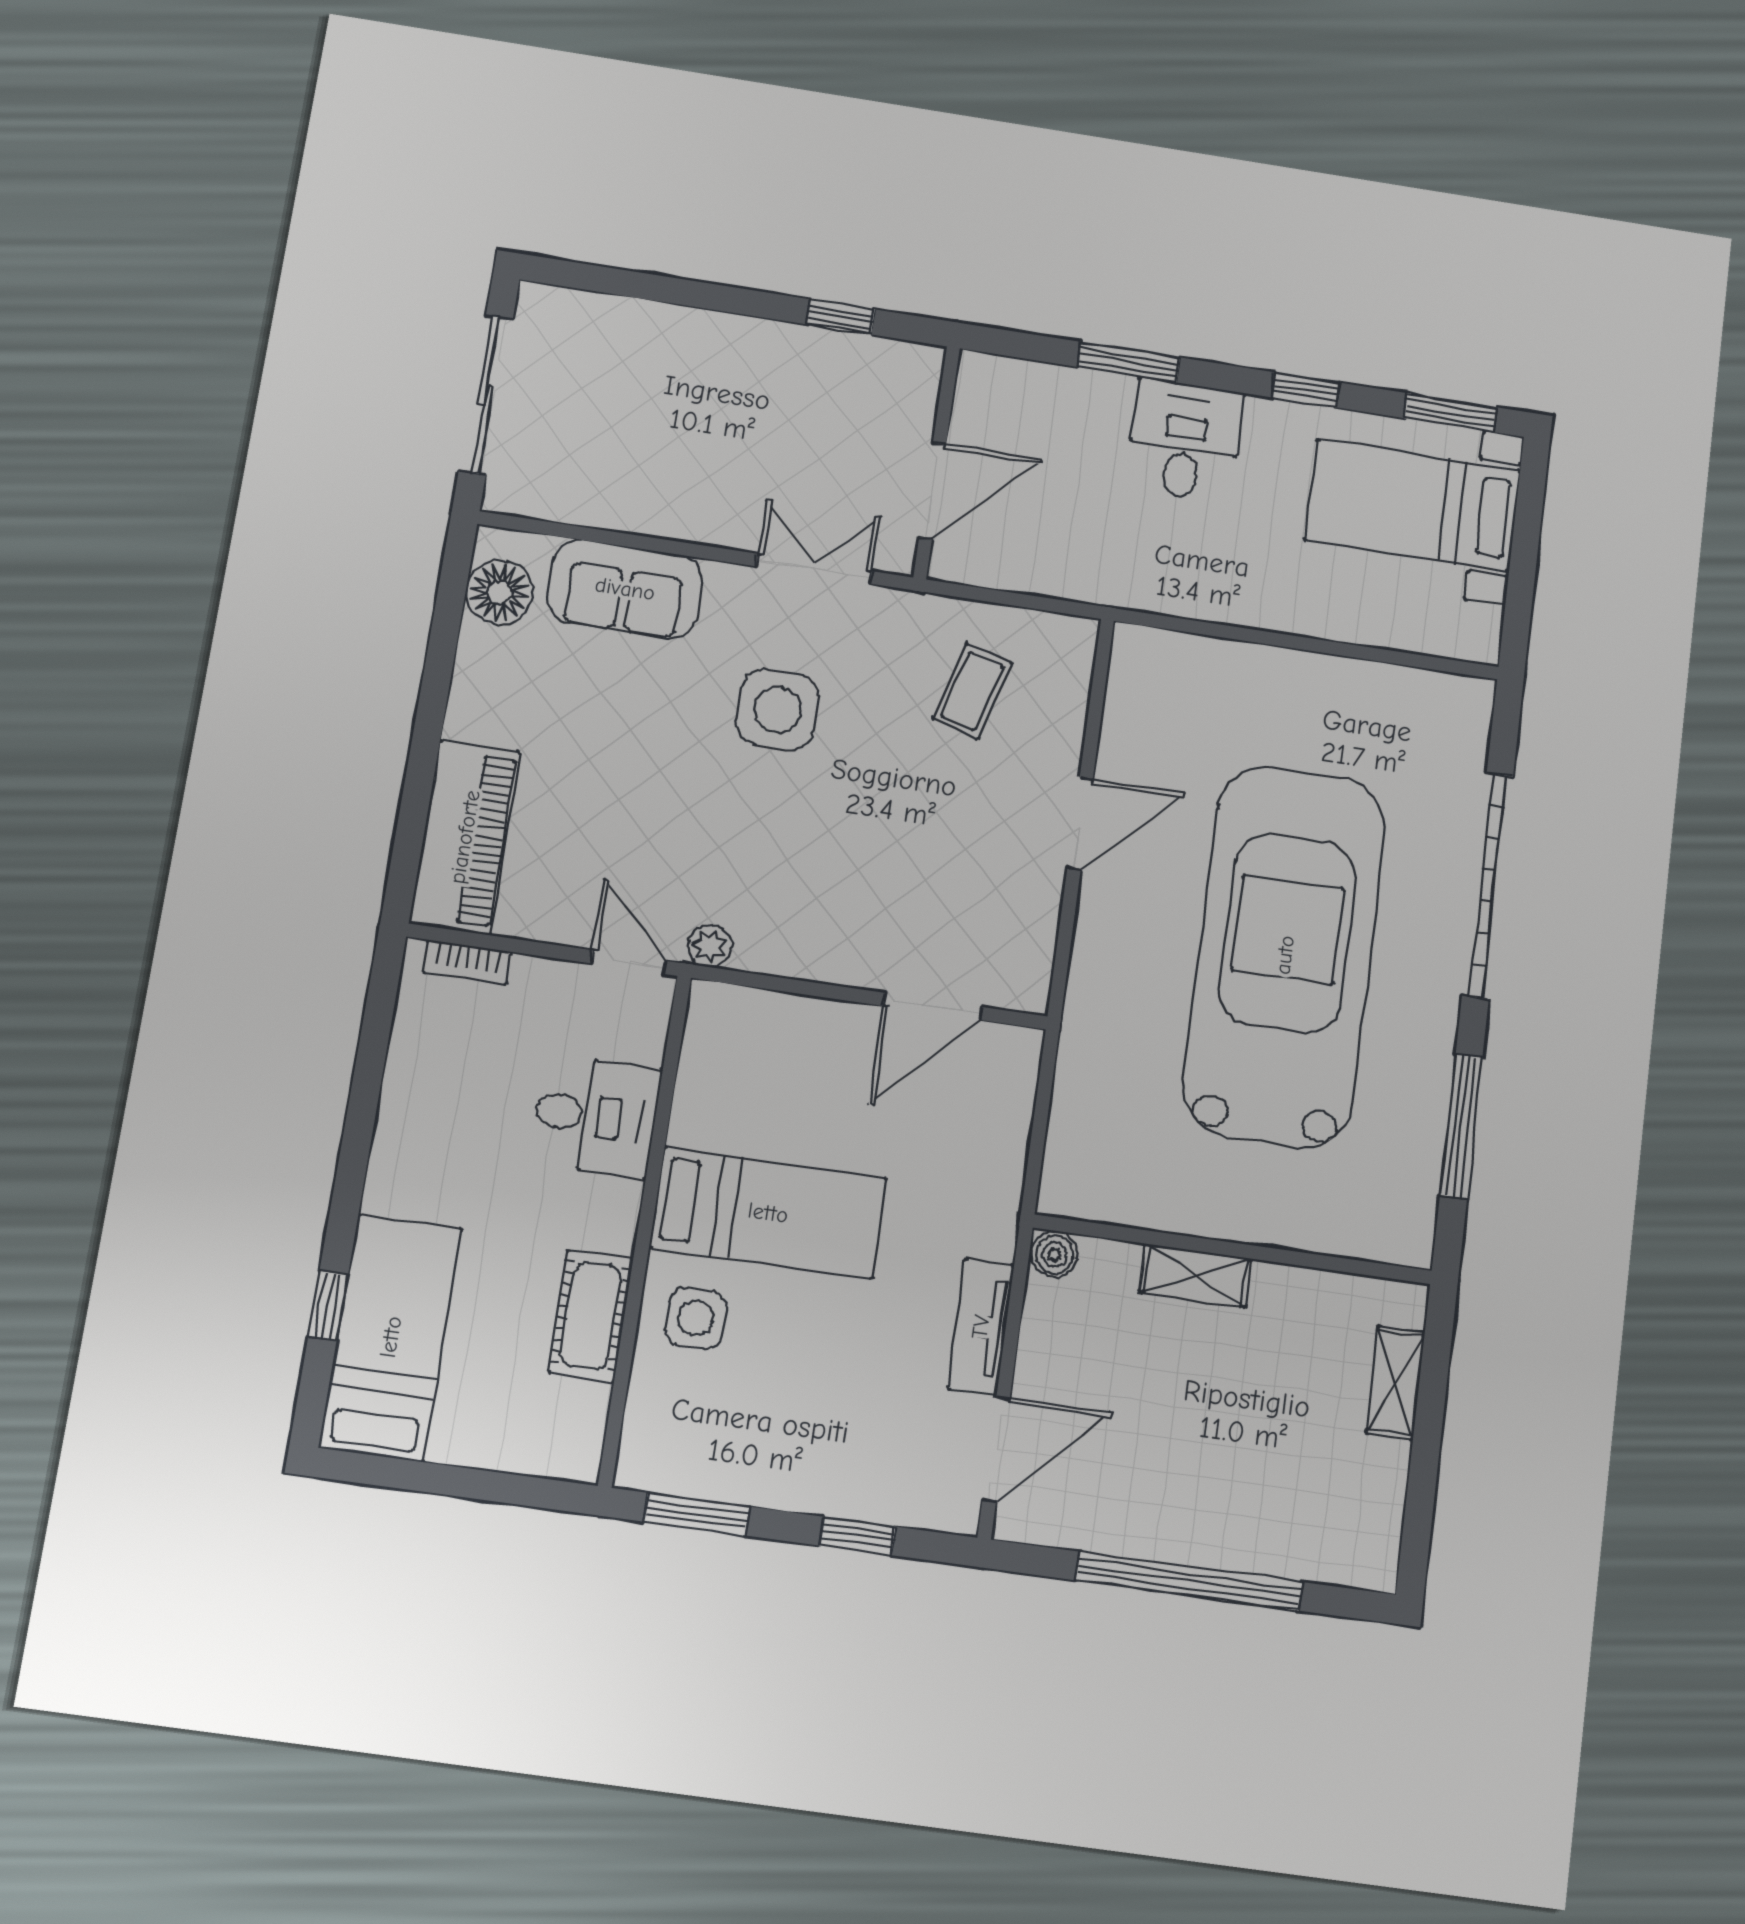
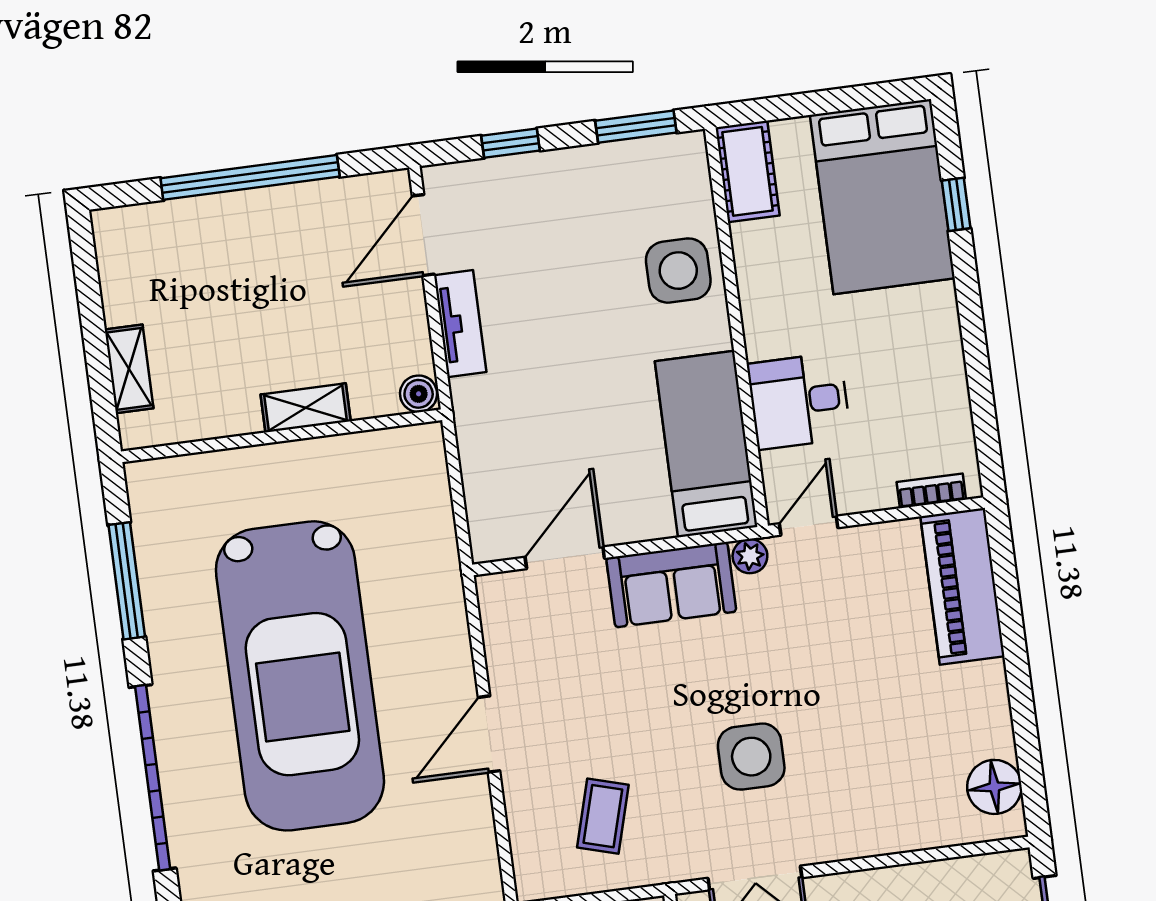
sofa: (625, 589) -> (671, 585), moved, turned 180
door: (628, 962) -> (809, 526), swing flipped
bed: (768, 1213) -> (706, 444), moved, turned 90
cot: (591, 1316) -> (747, 171), moved
side table: (696, 1318) -> (678, 271), width x1.37, depth x1.37
bed: (391, 1337) -> (882, 197), width x1.50

